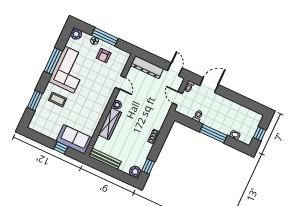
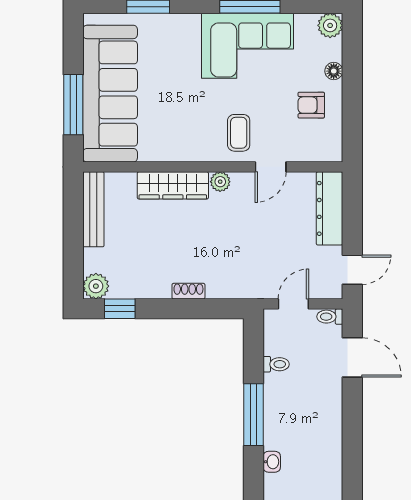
window: (105, 37) -> (352, 89), removed
coffee table: (58, 99) -> (239, 133), moved
sofa: (74, 139) -> (110, 94), width x1.85, depth x1.27
window: (61, 148) -> (73, 105), width x2.17

